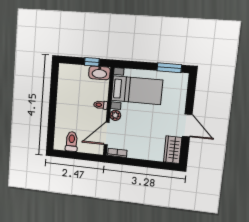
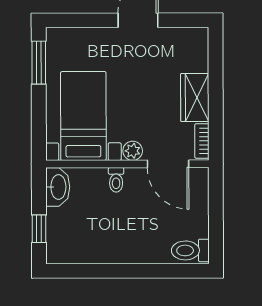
window: (92, 62) -> (39, 229), moved
toilet: (72, 142) -> (190, 250), moved
wardrobe: (173, 150) -> (195, 98), moved, turned 90

